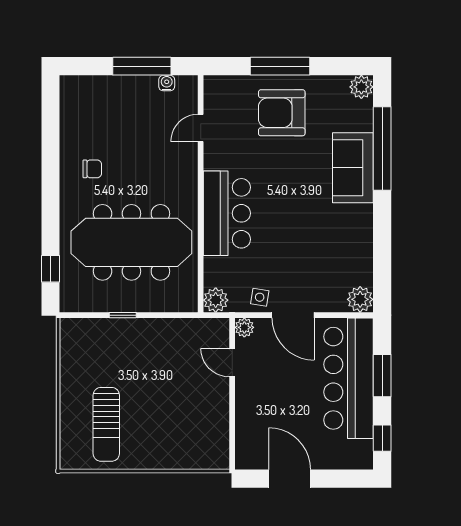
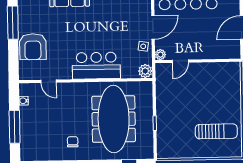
window: (142, 66) -> (15, 127), moved
window: (280, 66) -> (13, 23), moved
armchair: (282, 113) -> (33, 47), moved

